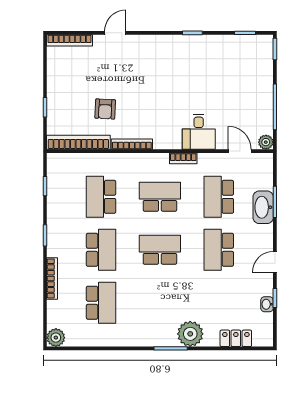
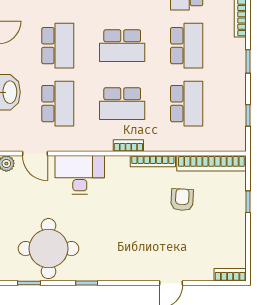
bookcase: (70, 40) -> (230, 275), width x0.64
round table: (227, 64) -> (48, 249), added
desk: (199, 132) -> (80, 175), width x1.37
bookcase: (183, 158) -> (128, 146), moved
school desk: (101, 250) -> (187, 46), turned 180

